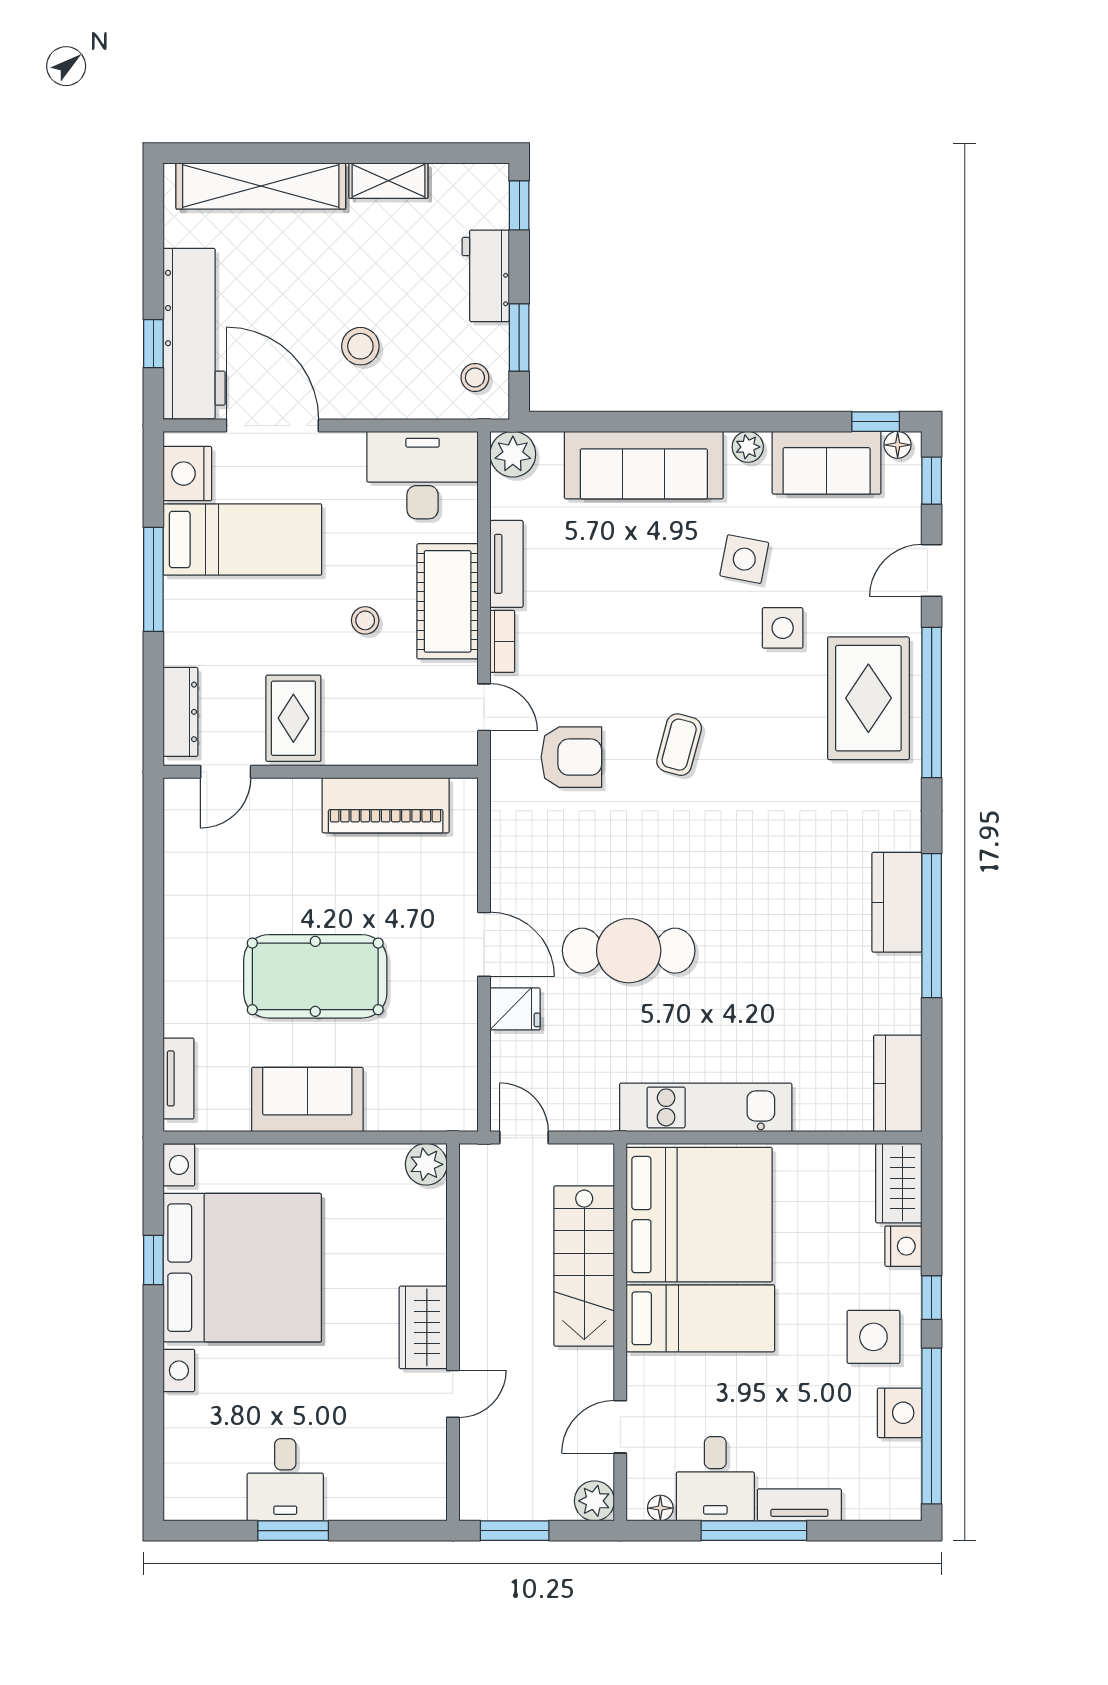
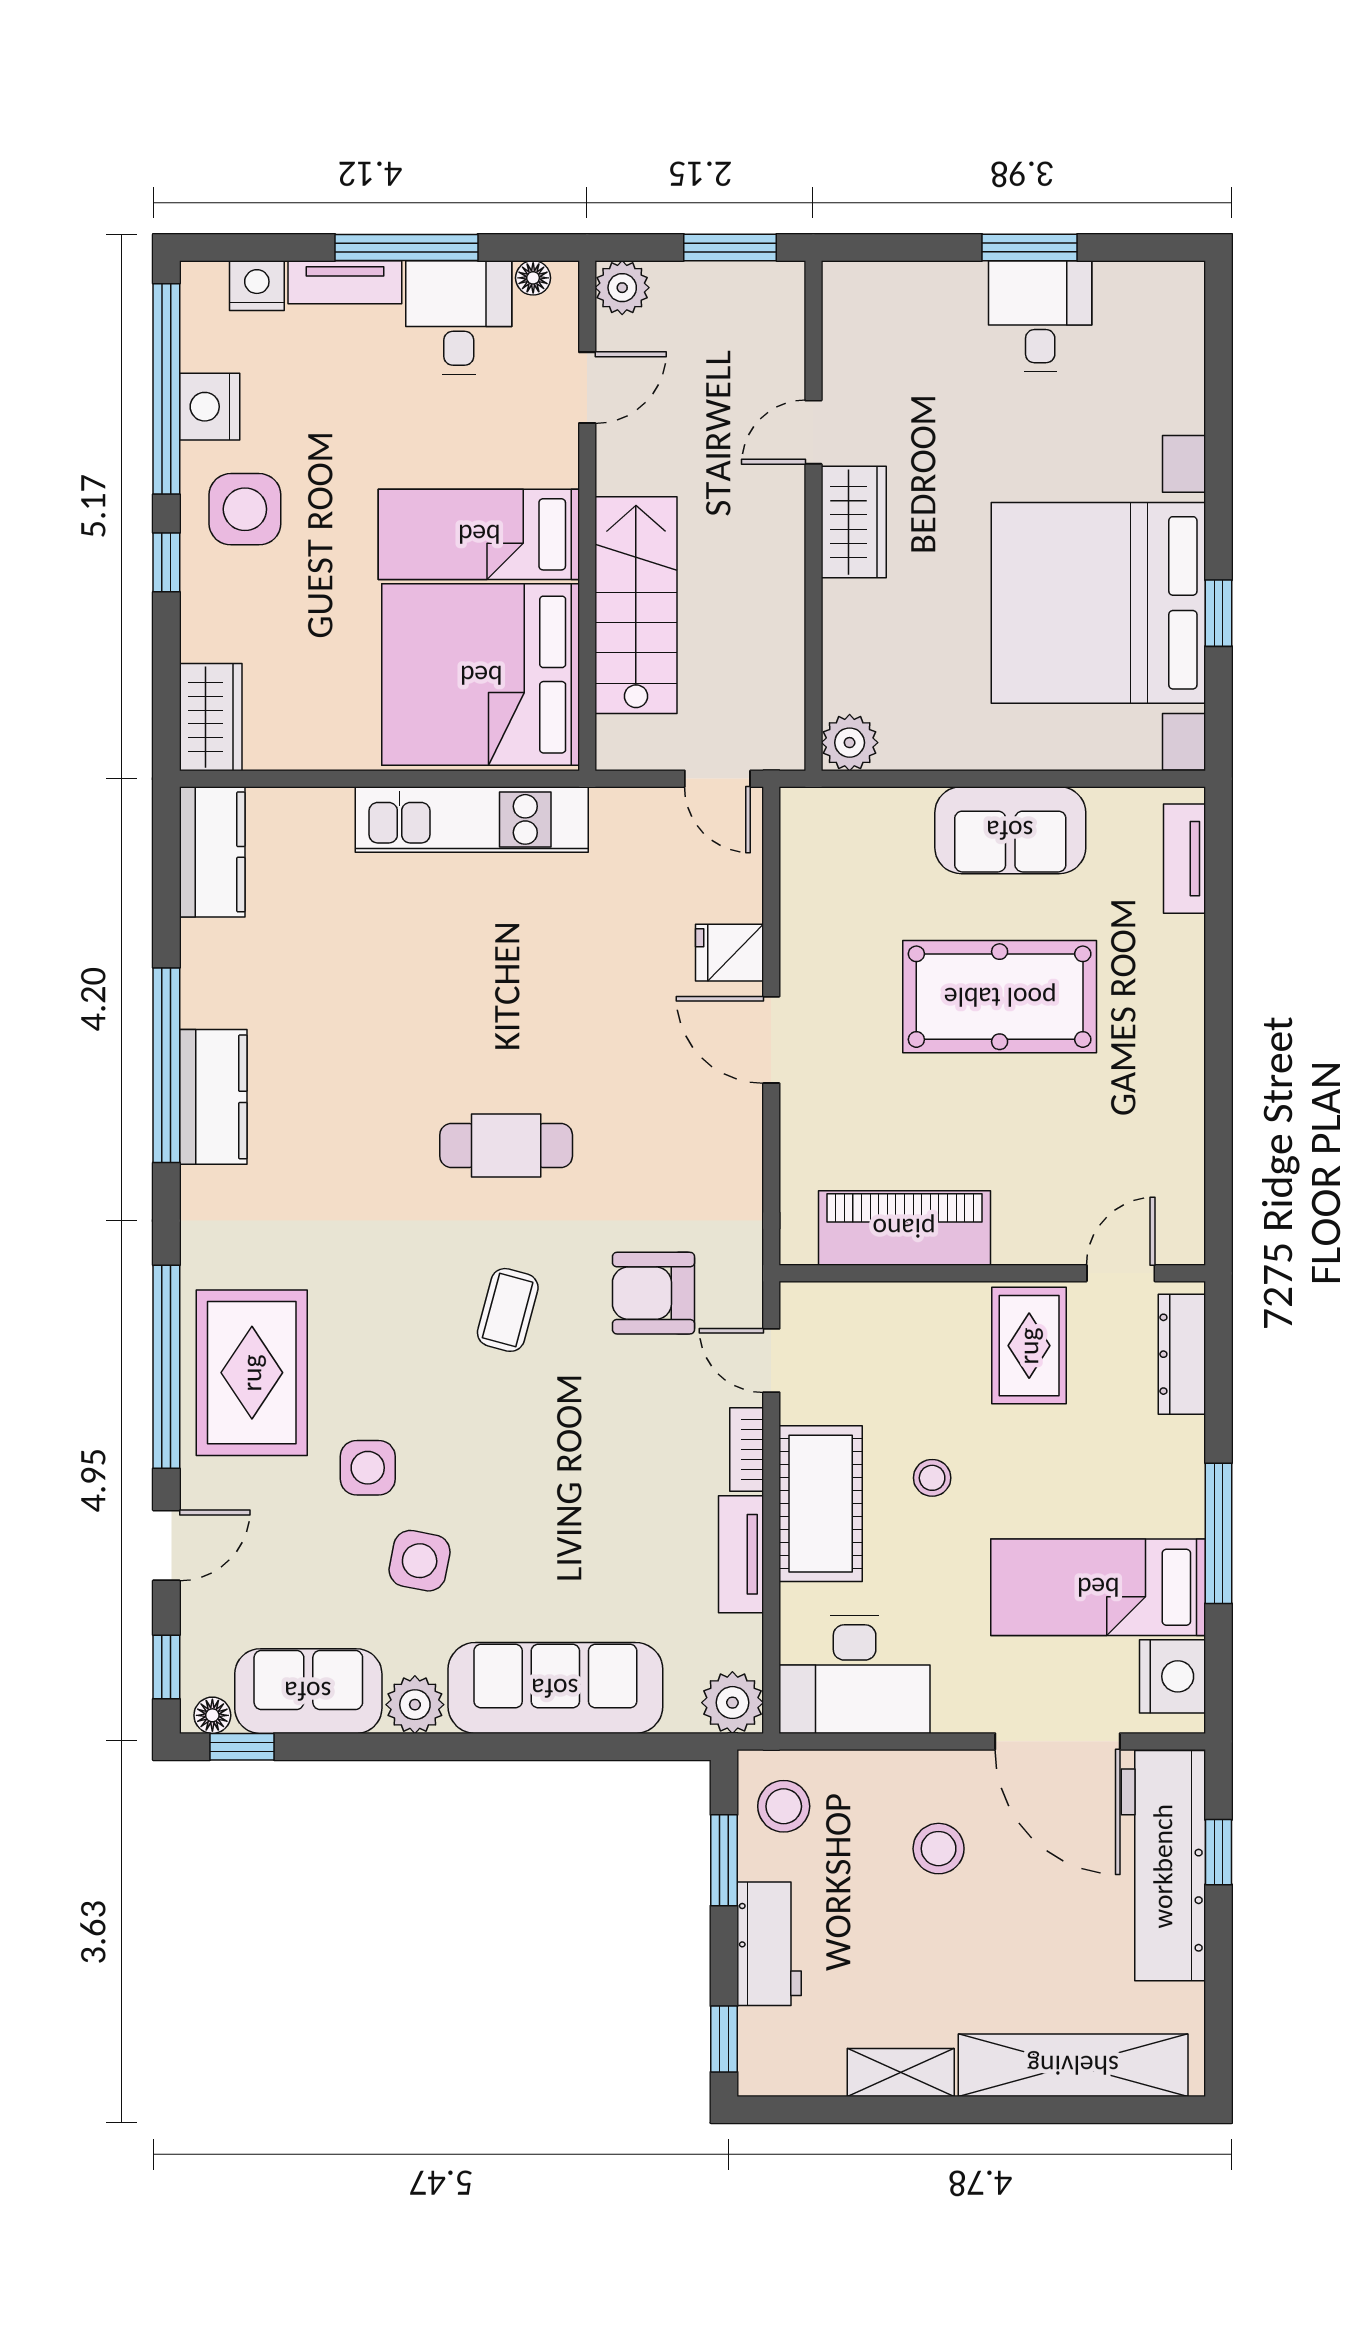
stool: (475, 378) -> (784, 1806), width x1.37, depth x1.37
plant: (748, 447) -> (415, 1705), width x1.38, depth x1.38
cafe table: (629, 951) -> (506, 1146), moved, width x0.73, depth x0.74
nightstand: (903, 1246) -> (257, 286), moved, turned 90

